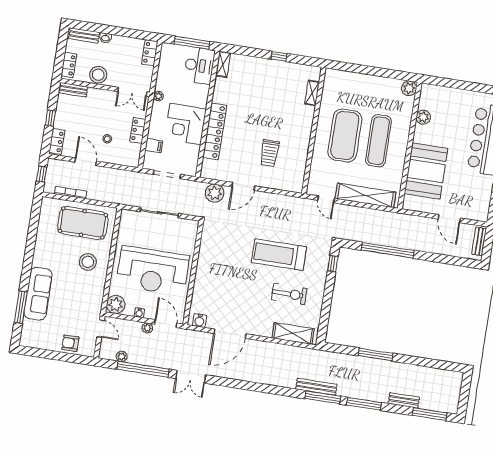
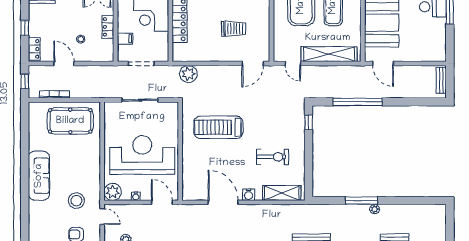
trolley: (270, 153) -> (234, 29), turned -90
door: (243, 186) -> (253, 64), moved
door: (449, 219) -> (383, 64), moved
treadmill: (279, 255) -> (218, 127), moved
stool: (88, 262) -> (76, 201), moved
reception desk: (153, 271) -> (142, 155), turned 180
sofa: (38, 294) -> (39, 176), moved
window: (21, 307) -> (25, 208), removed
water cooler: (200, 321) -> (249, 195), moved
plant: (147, 328) -> (375, 209), moved
door: (230, 334) -> (223, 202), swing flipped

